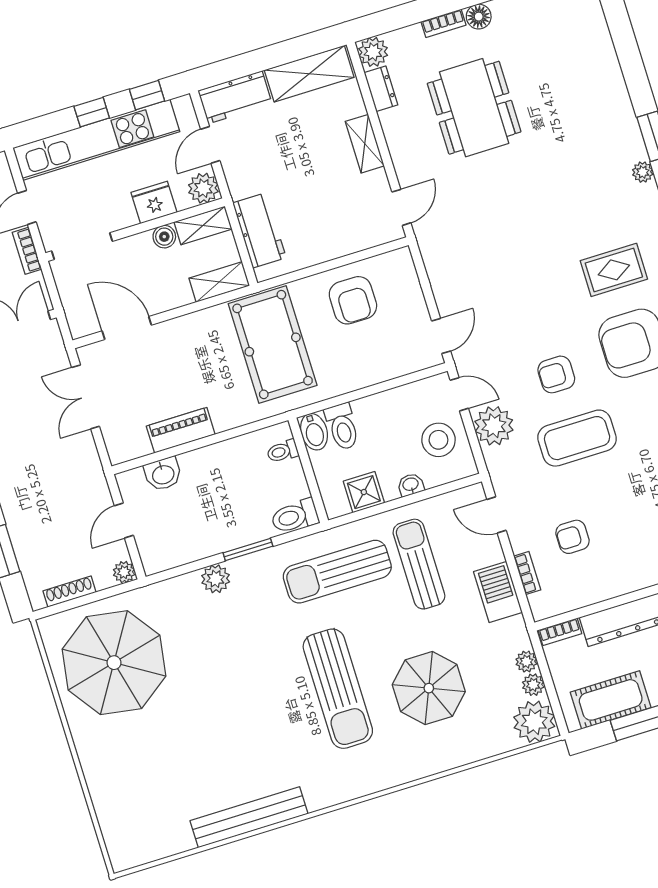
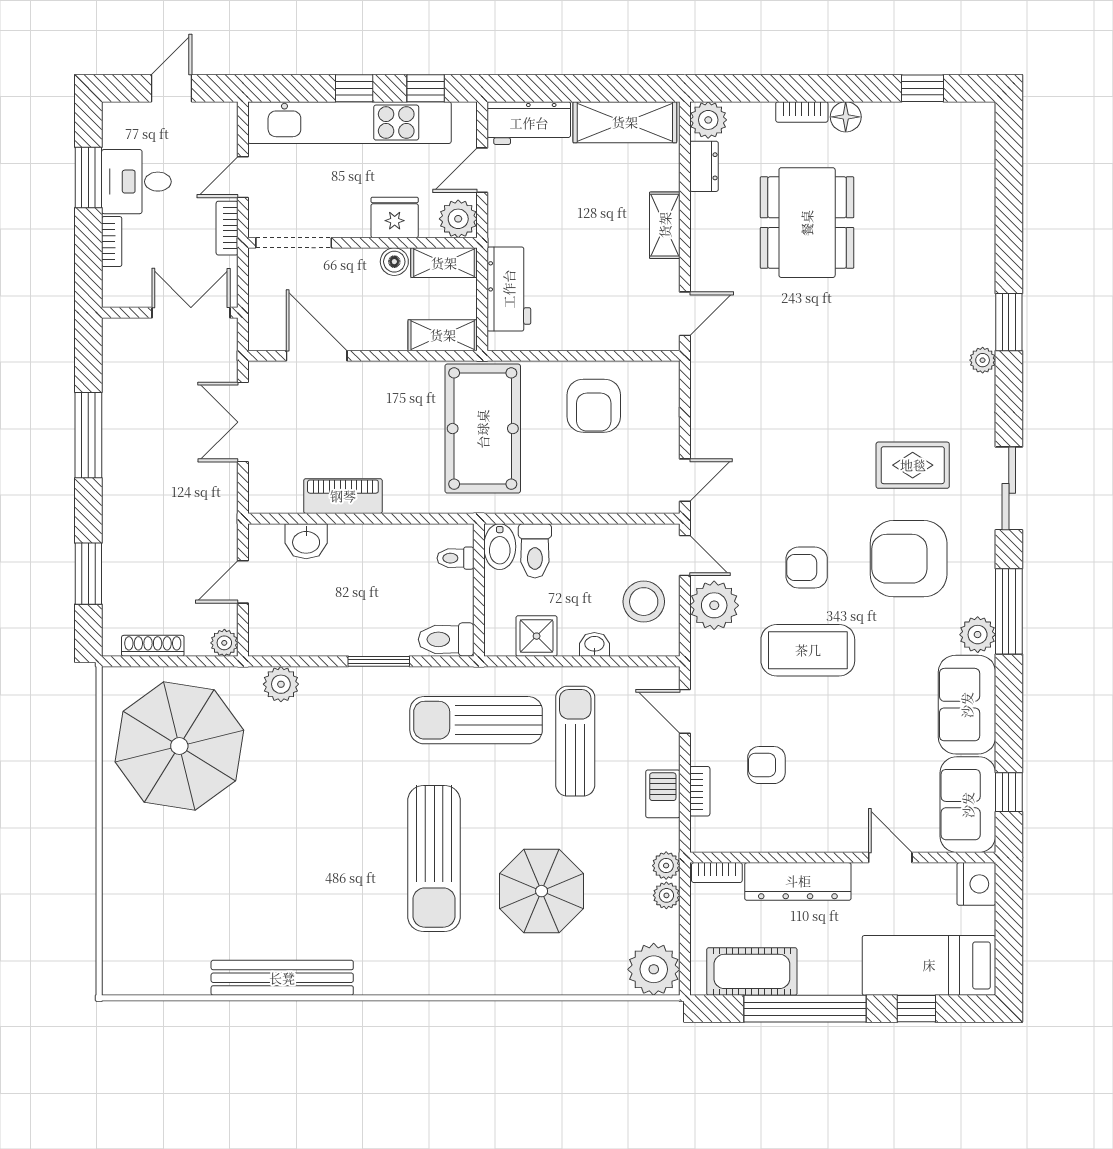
plant: (216, 579) -> (281, 684), moved
barbecue: (498, 592) -> (663, 794), width x0.73, depth x0.79
plant: (533, 685) -> (666, 866), moved

